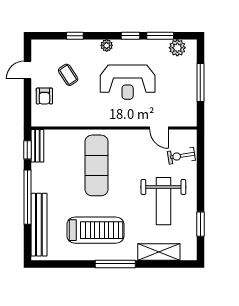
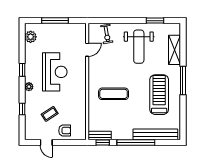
window: (160, 36) -> (22, 49), removed
exercise mat: (96, 165) -> (114, 94), width x0.73, depth x0.69
weight bench: (163, 201) -> (139, 47), turned 90

